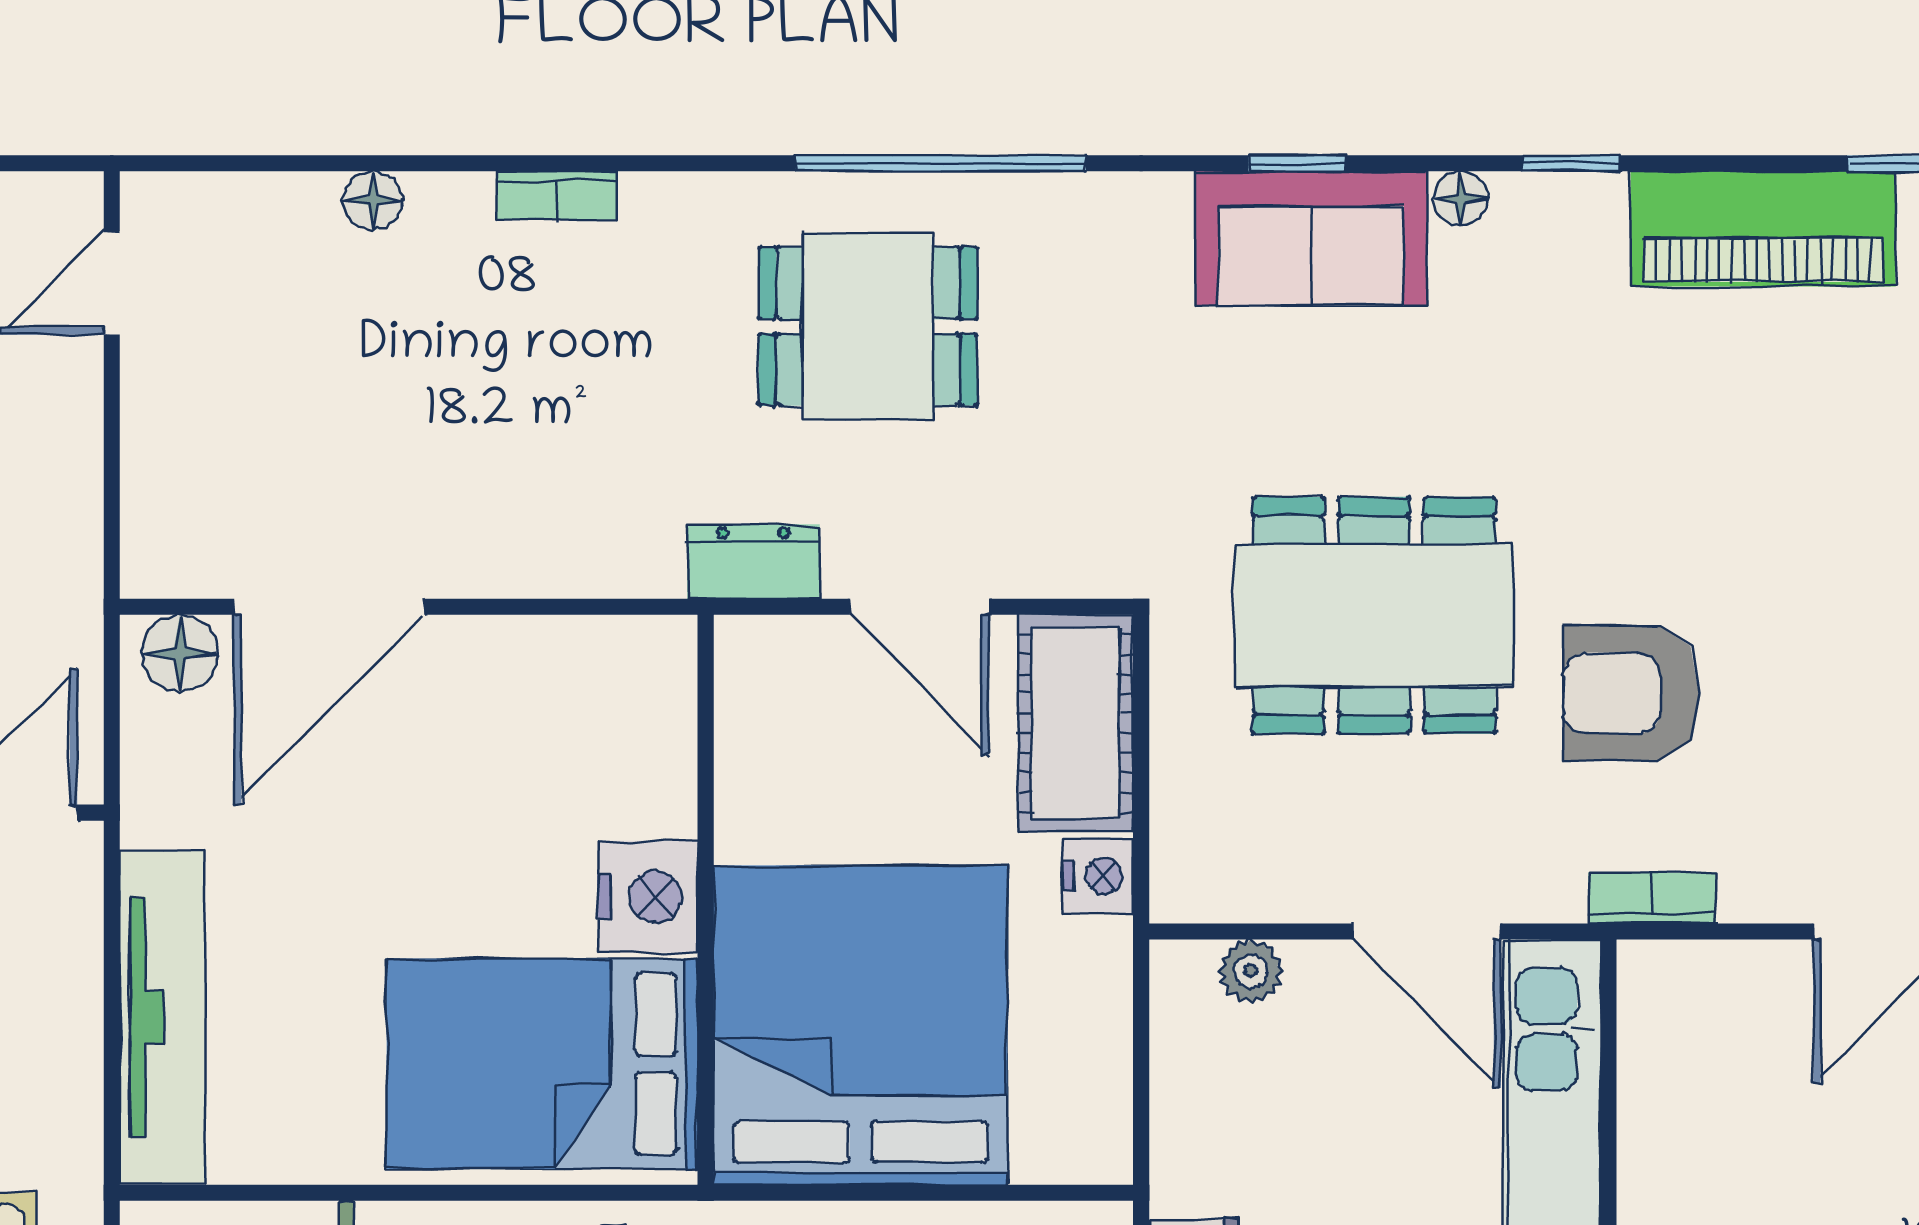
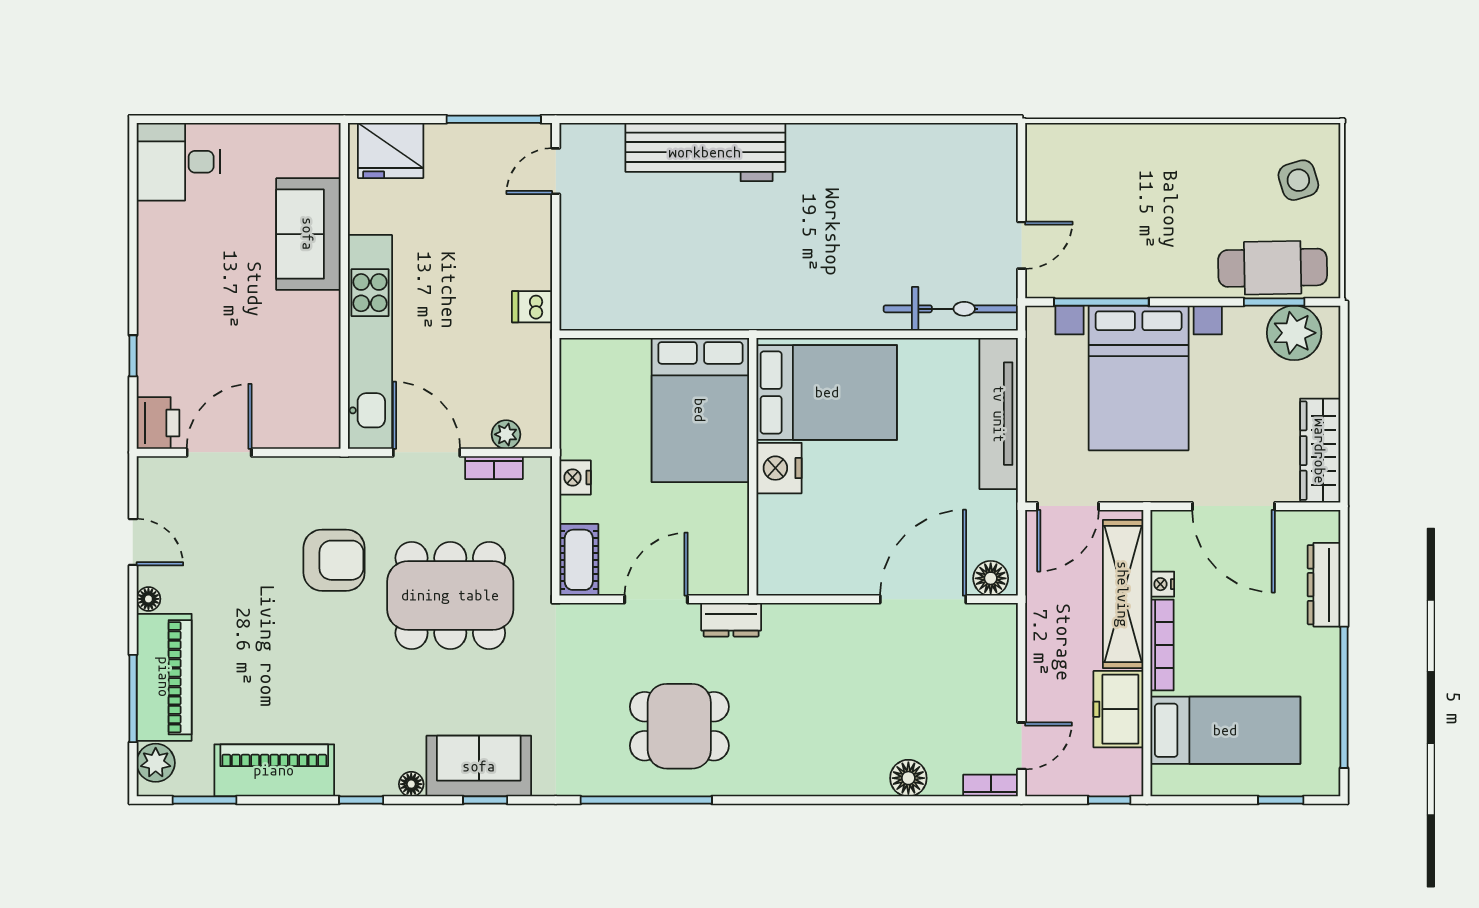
bookcase: (557, 195) -> (991, 785), moved
floor lamp: (373, 201) -> (908, 778), width x1.37, depth x1.37
door: (919, 607) -> (656, 599), hinge flipped
cot: (1076, 723) -> (579, 560), width x0.73, depth x0.75
bookcase: (1652, 898) -> (494, 468), moved
bed: (860, 1025) -> (700, 410), width x0.73

